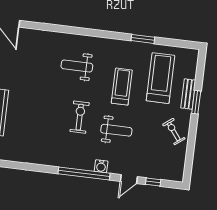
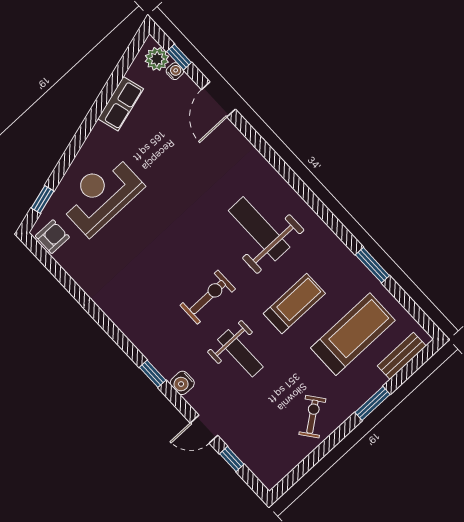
weight bench: (77, 66) -> (259, 229), width x1.36, depth x1.33
bench: (188, 94) -> (402, 356), moved
window: (84, 174) -> (153, 374), width x0.32

